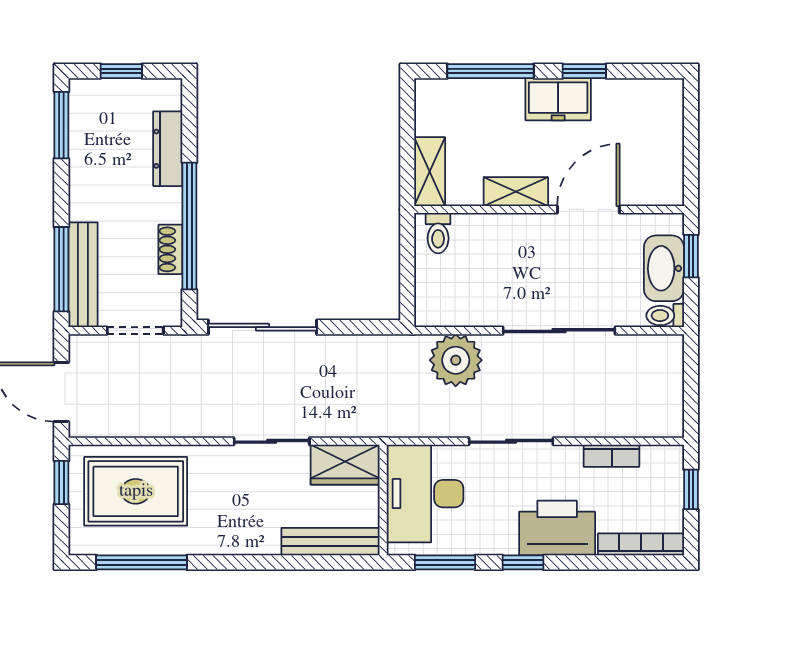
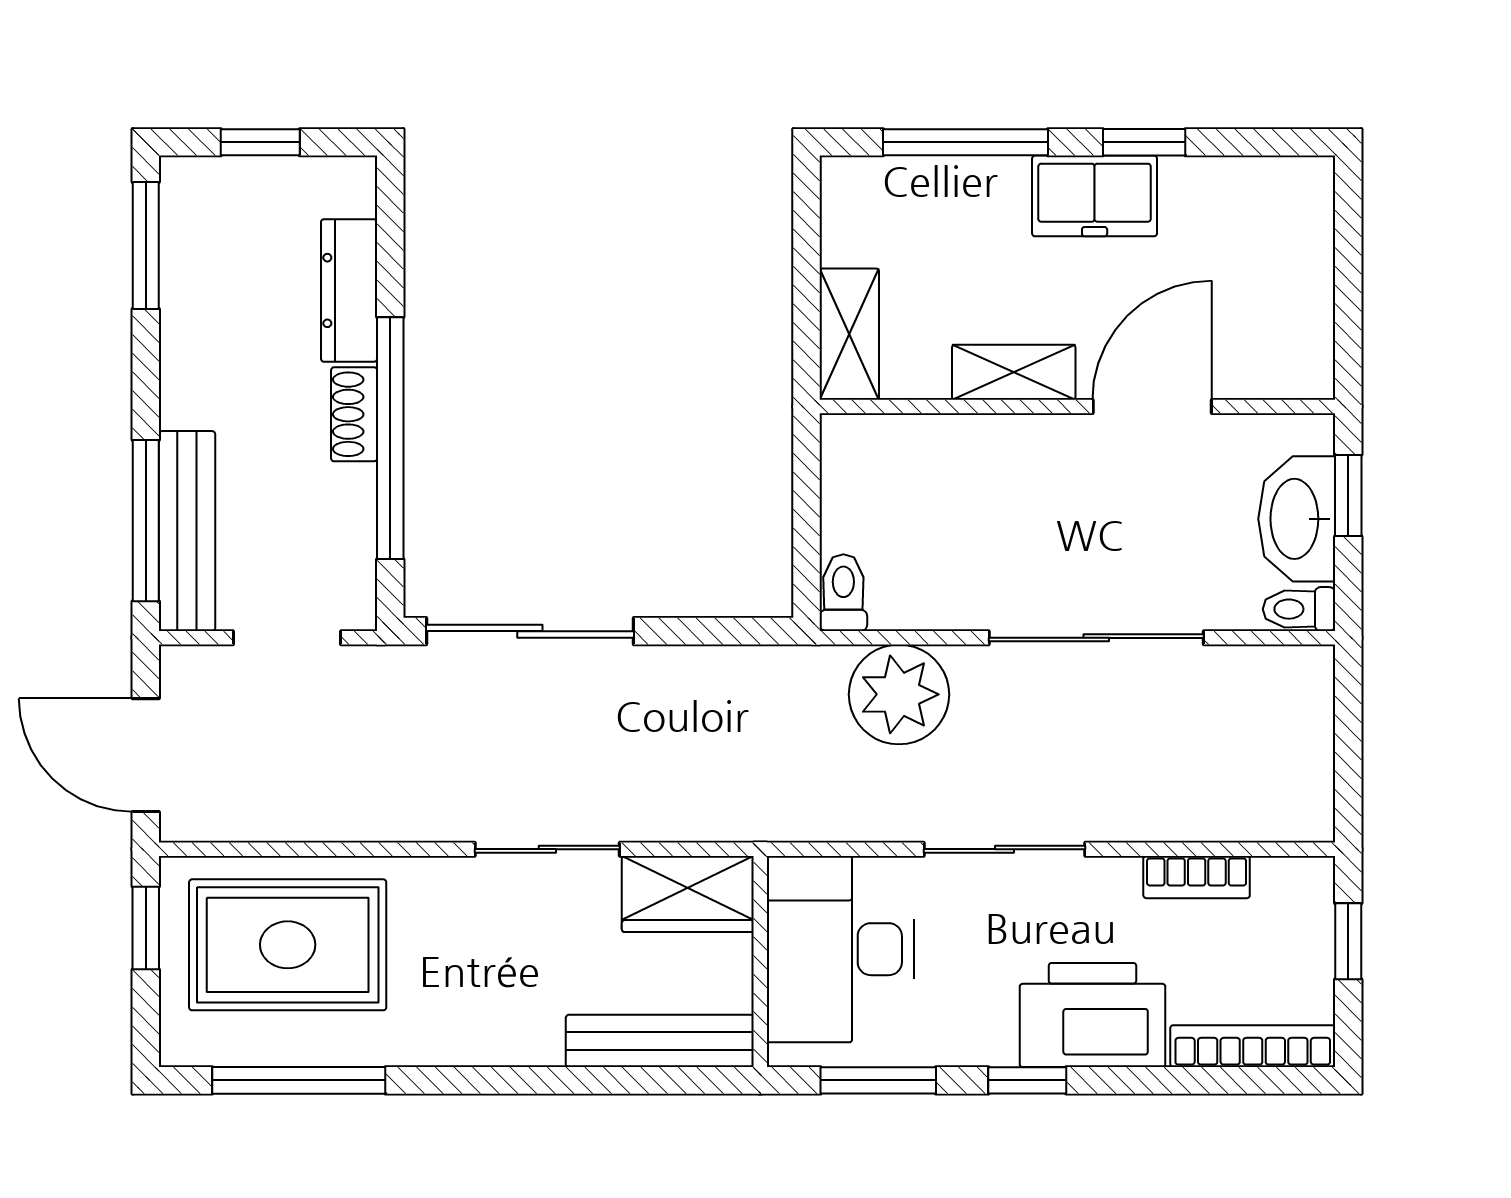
toilet: (438, 233) -> (843, 593), moved, turned 180
shoe rack: (170, 249) -> (354, 414), moved

